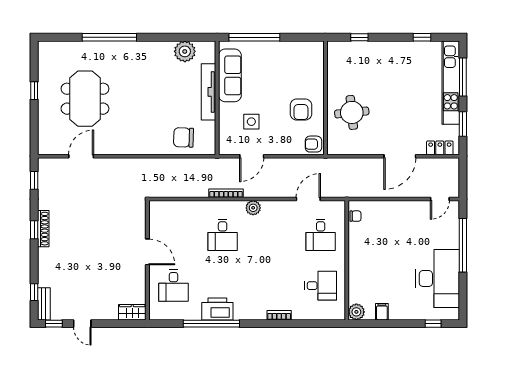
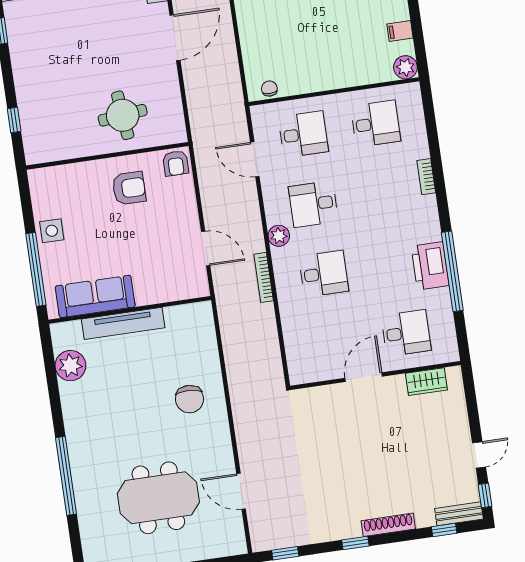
side table: (251, 122) -> (52, 231), moved
chair: (184, 137) -> (189, 399), moved
door: (400, 156) -> (175, 38), hinge flipped
shoe rack: (43, 229) -> (388, 525), moved
desk: (272, 235) -> (313, 204), added
desk: (321, 286) -> (376, 124), turned 90
wardrobe: (132, 312) -> (426, 382), moved, turned -90

